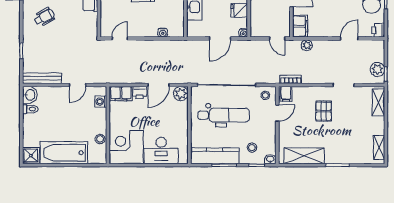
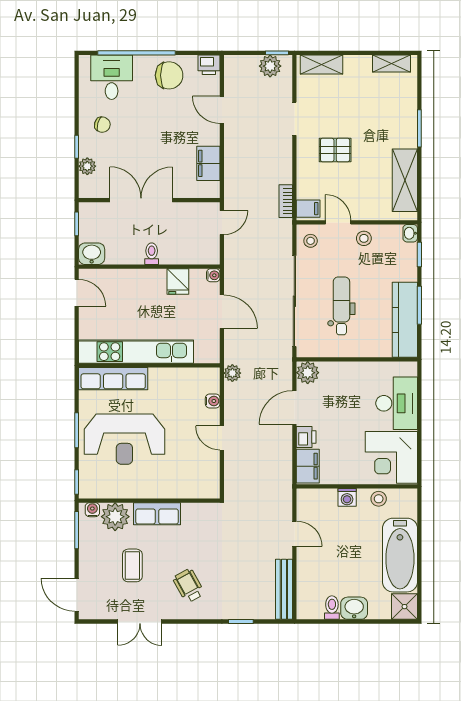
filing cabinet: (300, 26) -> (208, 163), moved, turned -90
door: (120, 38) -> (222, 438), moved
plant: (307, 45) -> (232, 373), moved
door: (159, 85) -> (294, 407), swing flipped
washbasin: (30, 95) -> (354, 608), moved
washing machine: (101, 102) -> (347, 497), moved
dental chair: (224, 115) -> (341, 306), width x0.73, depth x0.72
stool: (252, 148) -> (364, 238), moved

